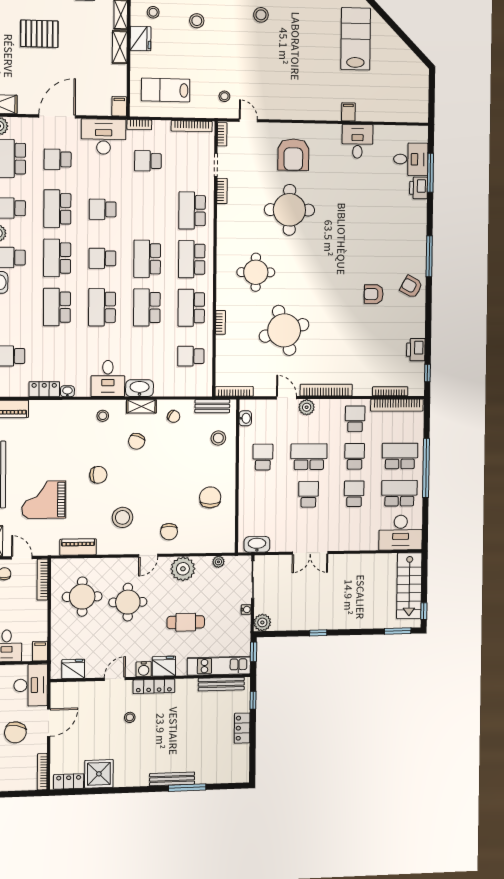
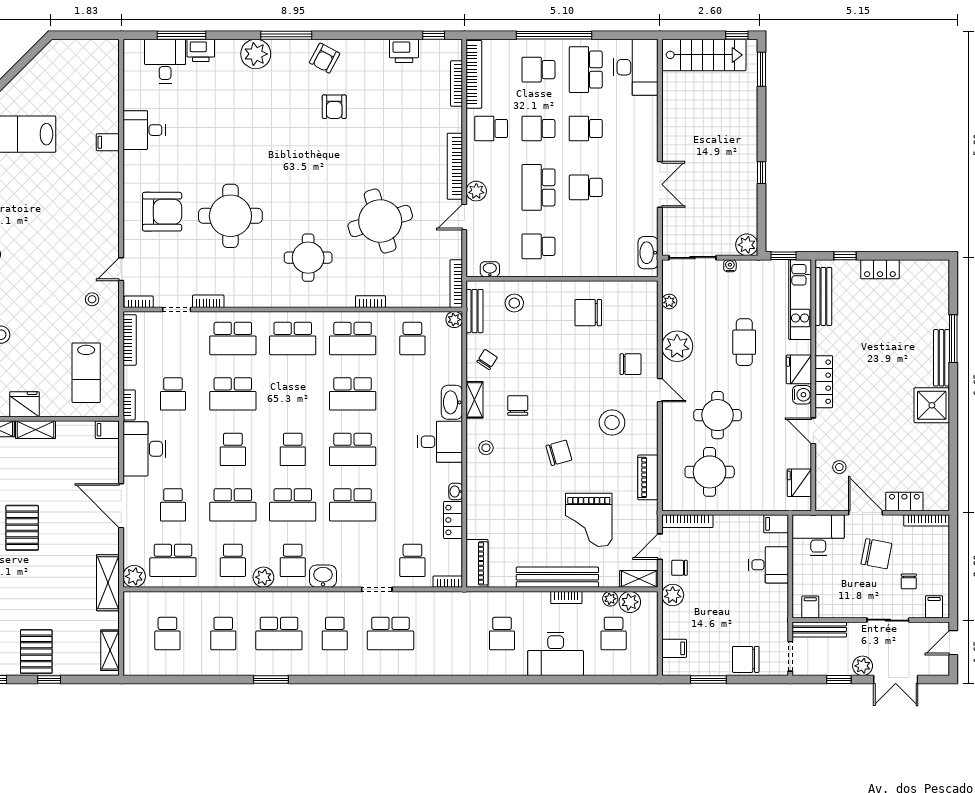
plant: (415, 232) -> (256, 54), added
school desk: (147, 259) -> (233, 394), moved
plant: (206, 390) -> (454, 320), added
chair: (137, 441) -> (518, 406), turned -108
school desk: (400, 456) -> (538, 70), width x0.54
chair: (98, 475) -> (559, 453), turned 74
stool: (130, 717) -> (839, 467), moved
shower: (99, 774) -> (932, 405), moved
locker: (69, 781) -> (904, 501), moved, turned 90

